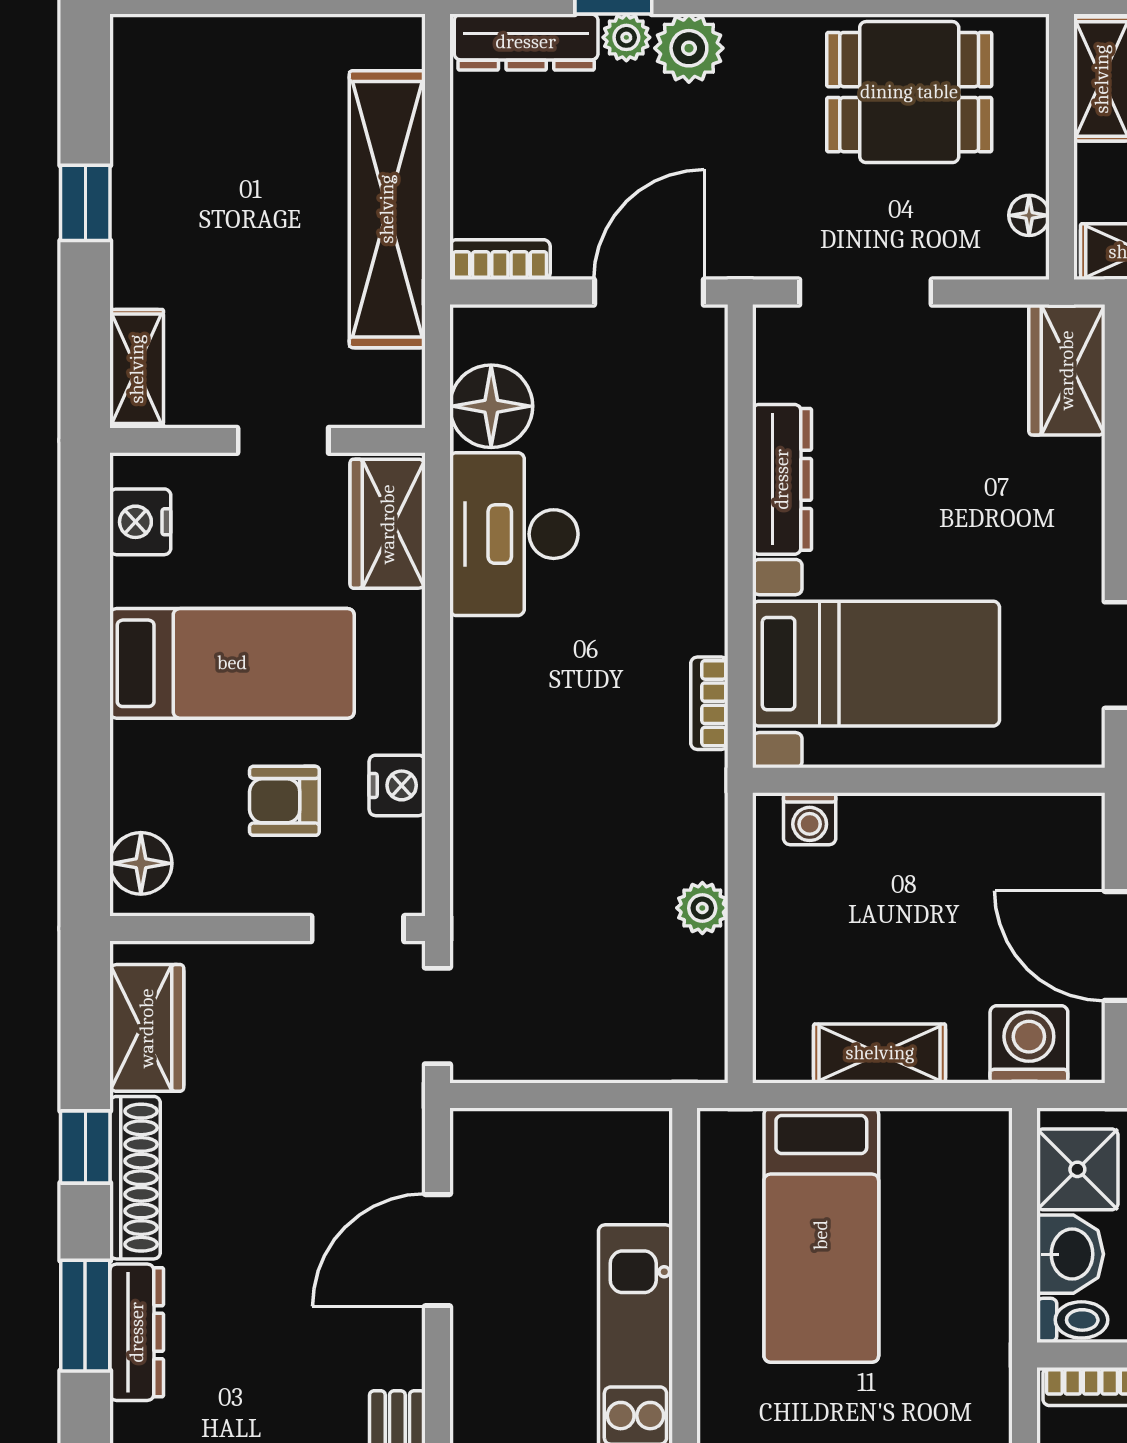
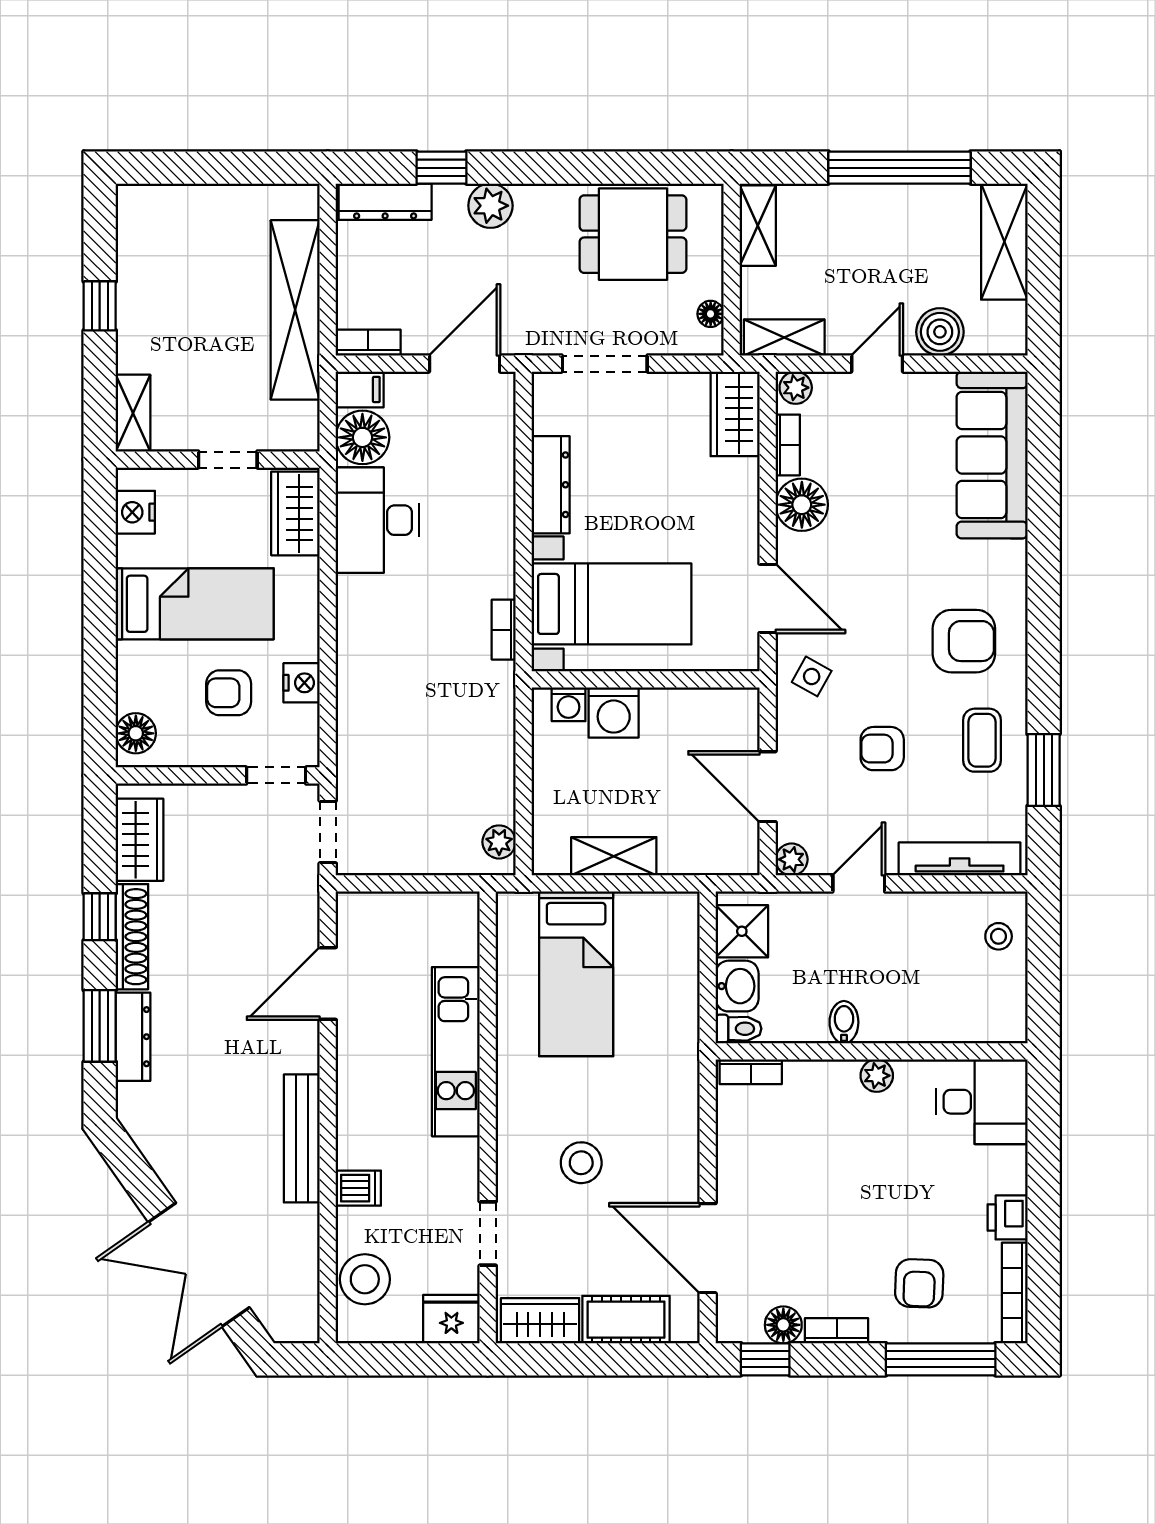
plant: (626, 37) -> (450, 199), removed
filing cabinet: (487, 332) -> (360, 389), added
plant: (702, 908) -> (499, 842), moved
washing machine: (1029, 1044) -> (614, 713), moved, turned 180

